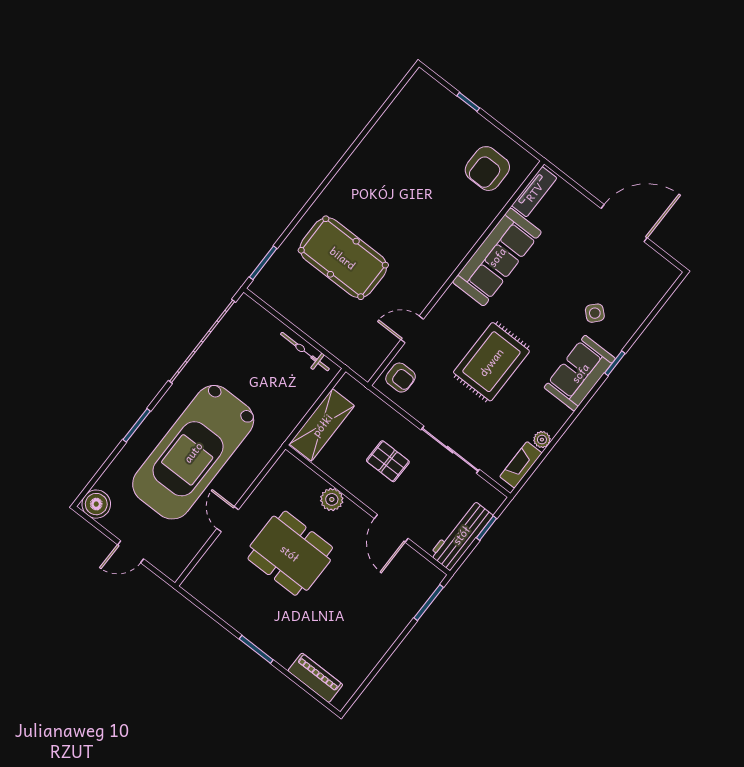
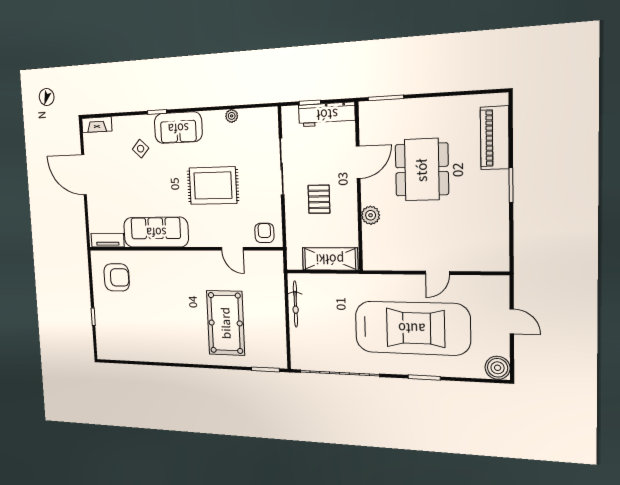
fireplace: (521, 465) -> (97, 125), moved
dining table: (290, 553) -> (422, 170), moved
piano: (315, 678) -> (495, 138), width x1.37, depth x1.33

